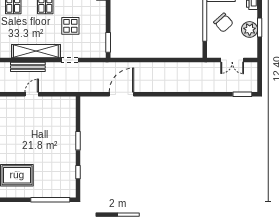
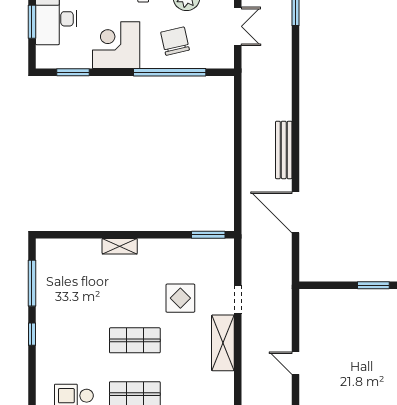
chair: (223, 23) -> (175, 41), turned -61
shelving: (36, 51) -> (223, 343), width x0.68
bench: (28, 67) -> (284, 150), moved

